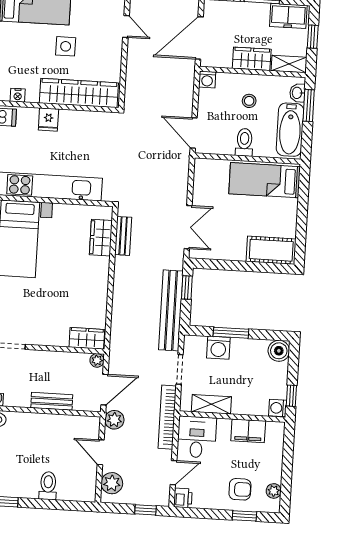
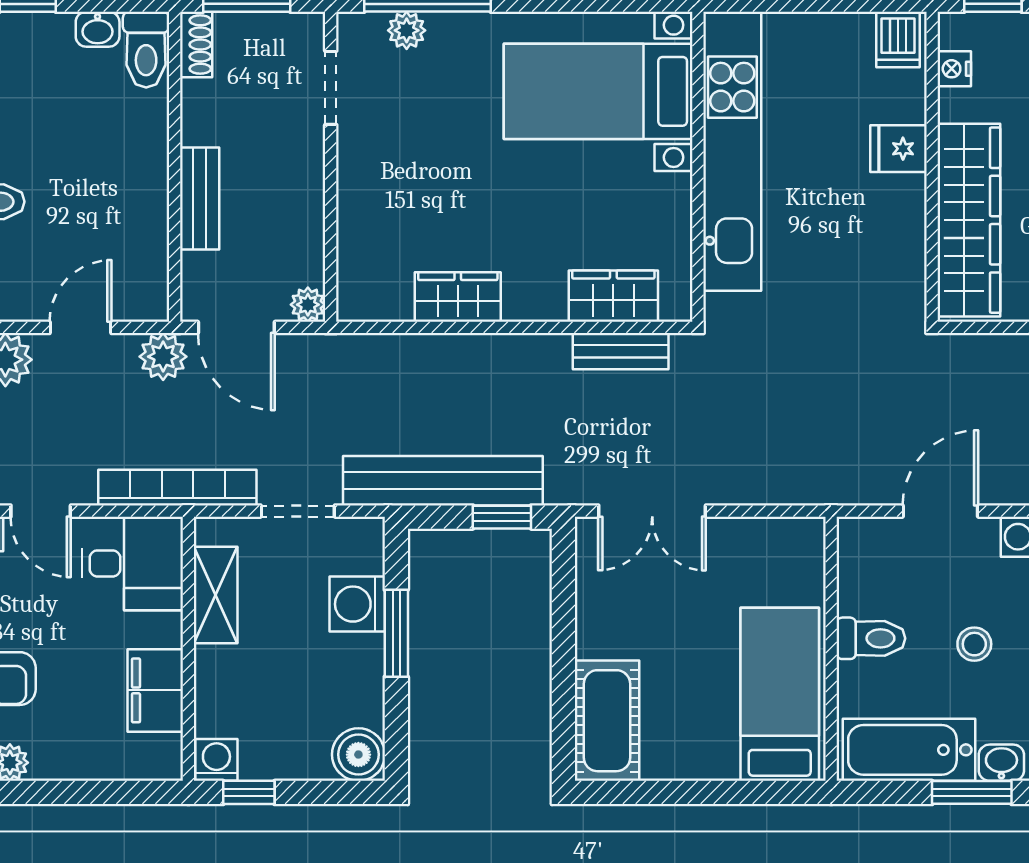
door: (194, 133) -> (940, 511), moved
wardrobe: (87, 338) -> (458, 297), moved, turned -90

